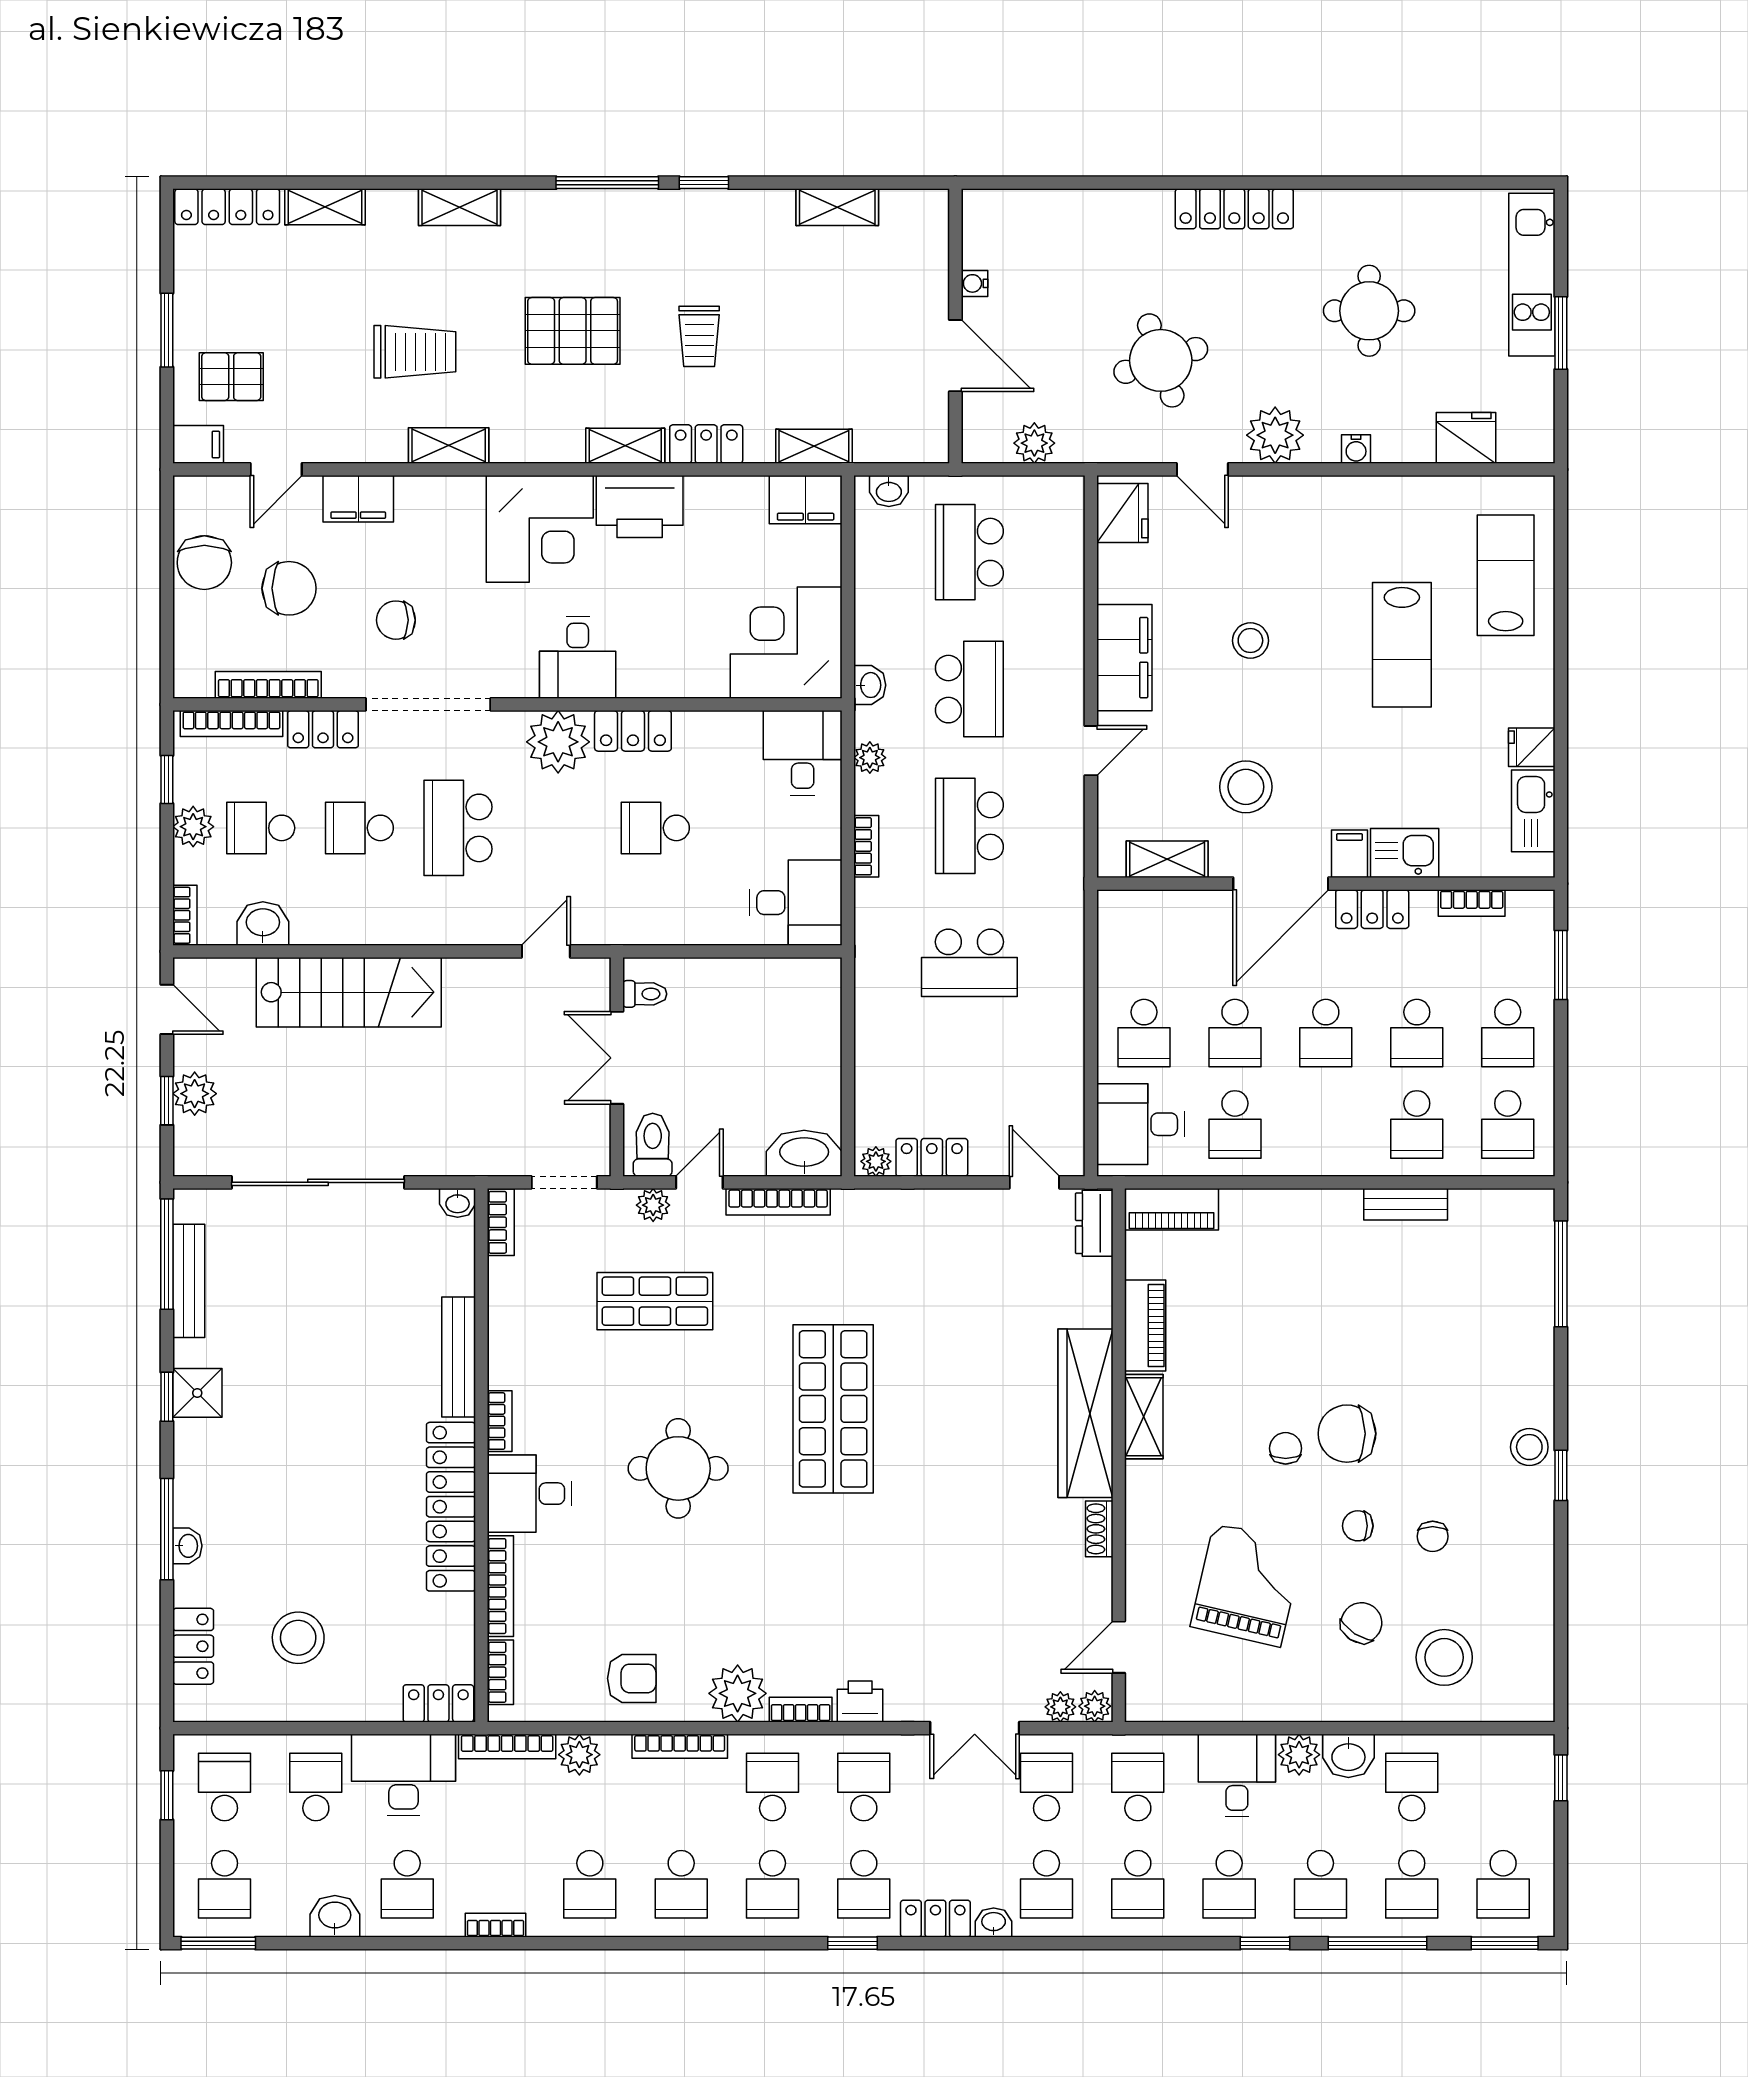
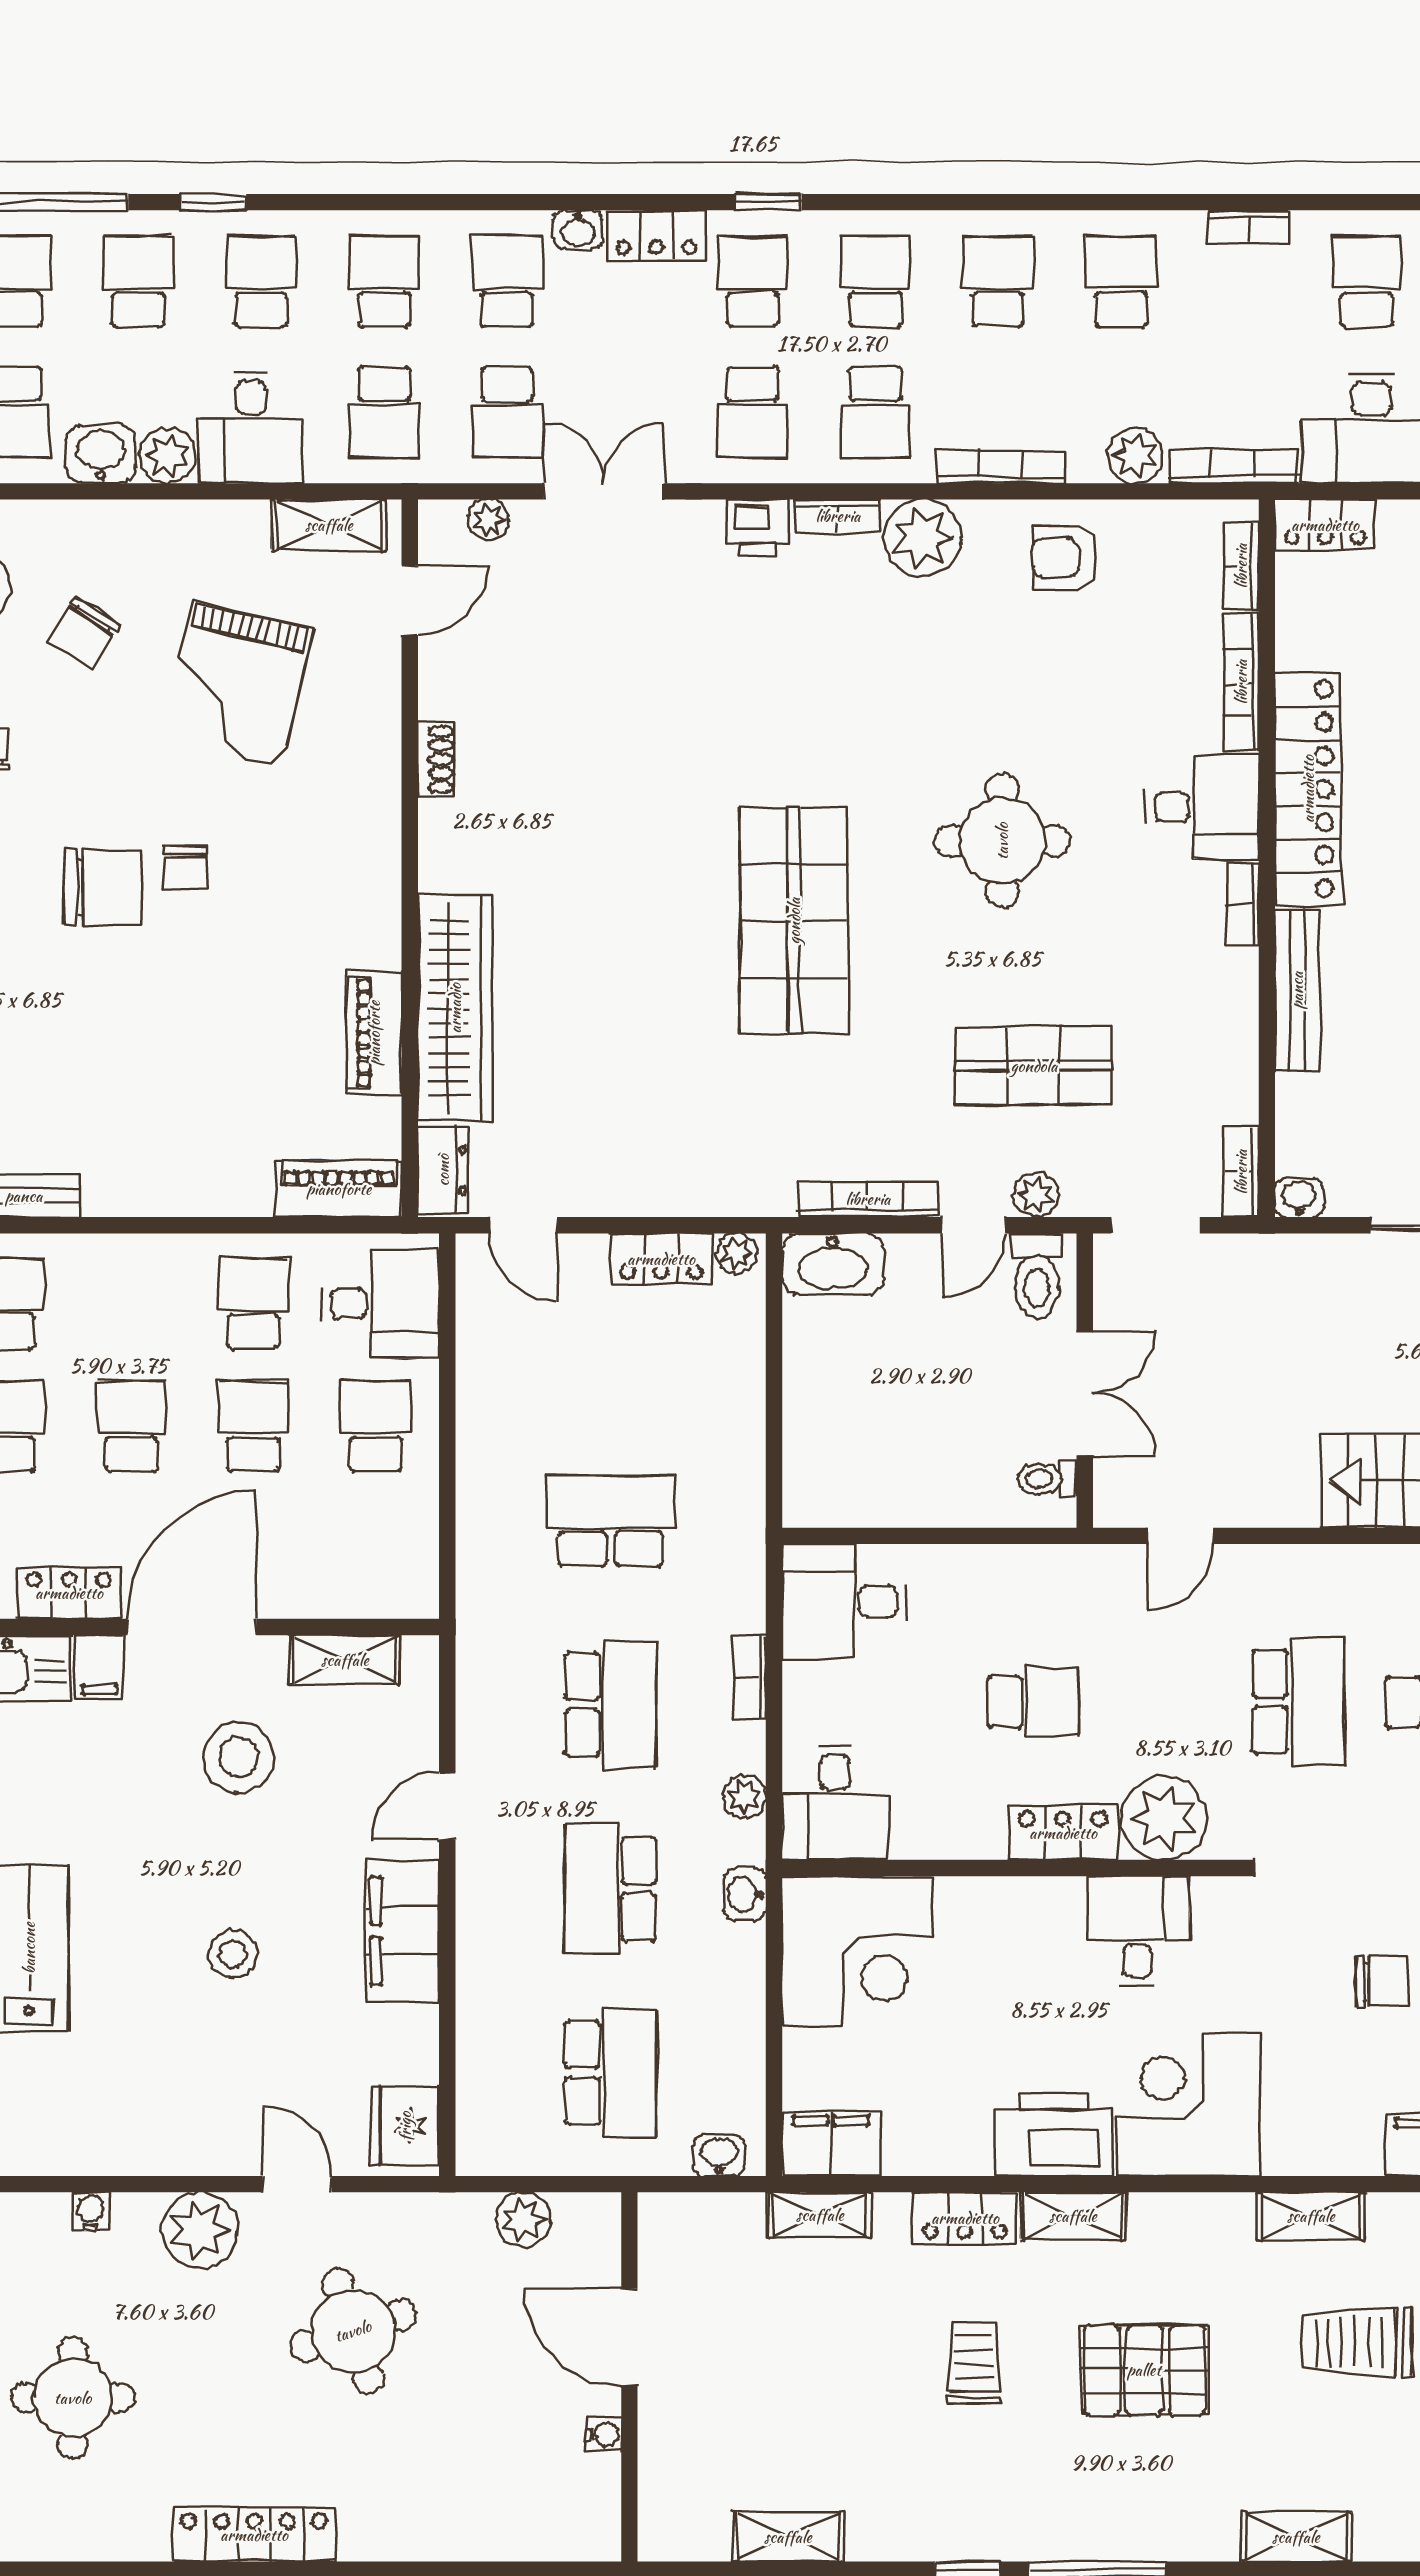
wardrobe: (1085, 1413) -> (455, 1008), moved
shelving: (1144, 1417) -> (329, 525), moved, turned 90
chair: (1358, 1526) -> (88, 763), removed
plant: (1095, 1706) -> (442, 521), removed

